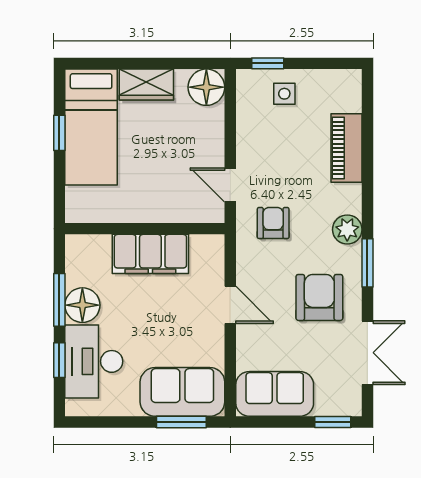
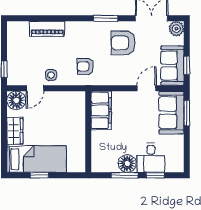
side table: (284, 94) -> (51, 75), moved
door: (230, 185) -> (35, 88), moved
plant: (347, 230) -> (176, 29), moved
filing cabinet: (150, 254) -> (101, 110), moved
door: (230, 305) -> (147, 88), moved
desk: (94, 361) -> (151, 158), width x0.73
window: (333, 422) -> (187, 65), moved

